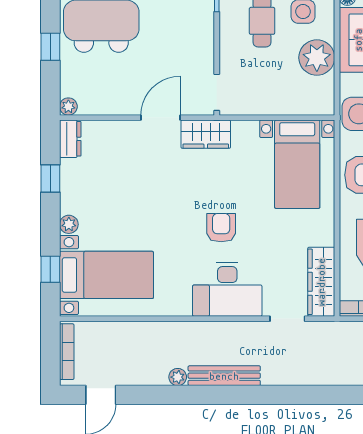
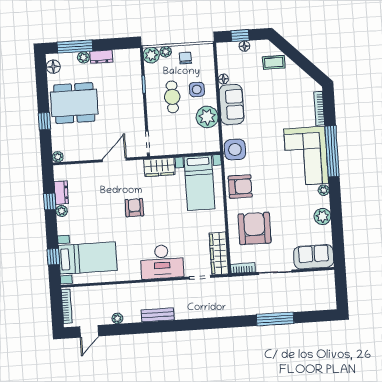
wardrobe: (206, 134) -> (159, 167), moved
dresser: (70, 139) -> (61, 193), moved
plant: (69, 224) -> (62, 211), moved
armchair: (221, 228) -> (134, 208), moved
bench: (224, 376) -> (158, 315), width x0.73
plant: (178, 377) -> (117, 318), moved

